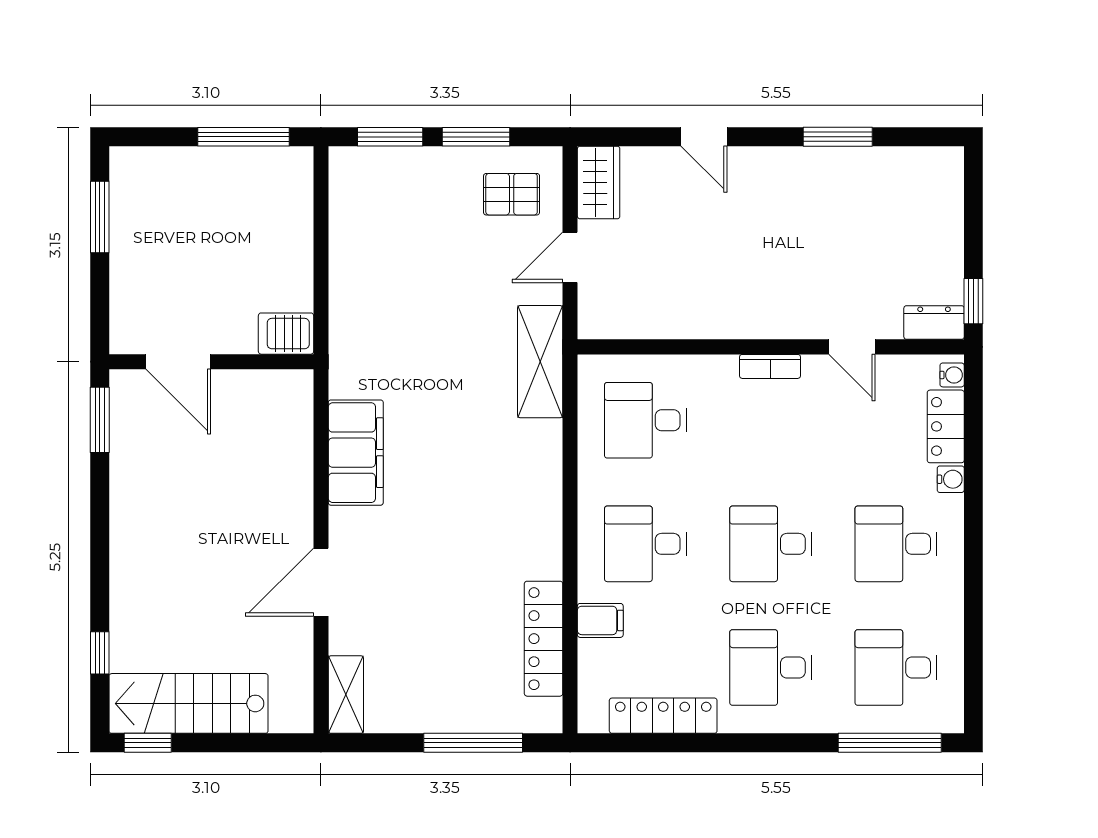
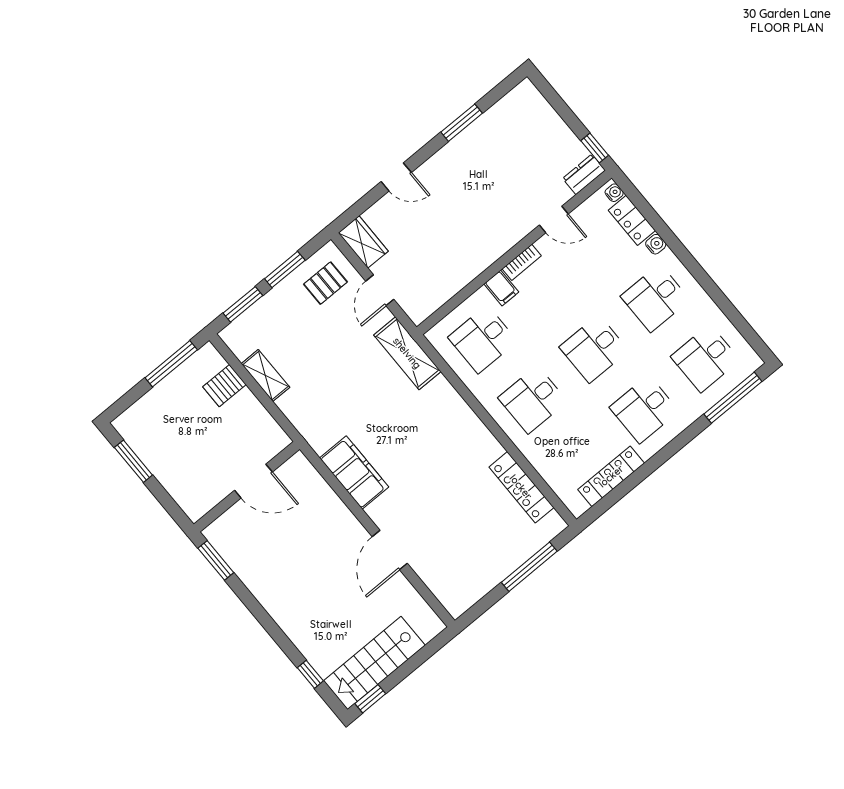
server rack: (286, 334) -> (224, 386), moved
door: (178, 362) -> (253, 481), moved
filing cabinet: (600, 620) -> (501, 288), moved, turned 90
shelving: (346, 695) -> (265, 375), moved

